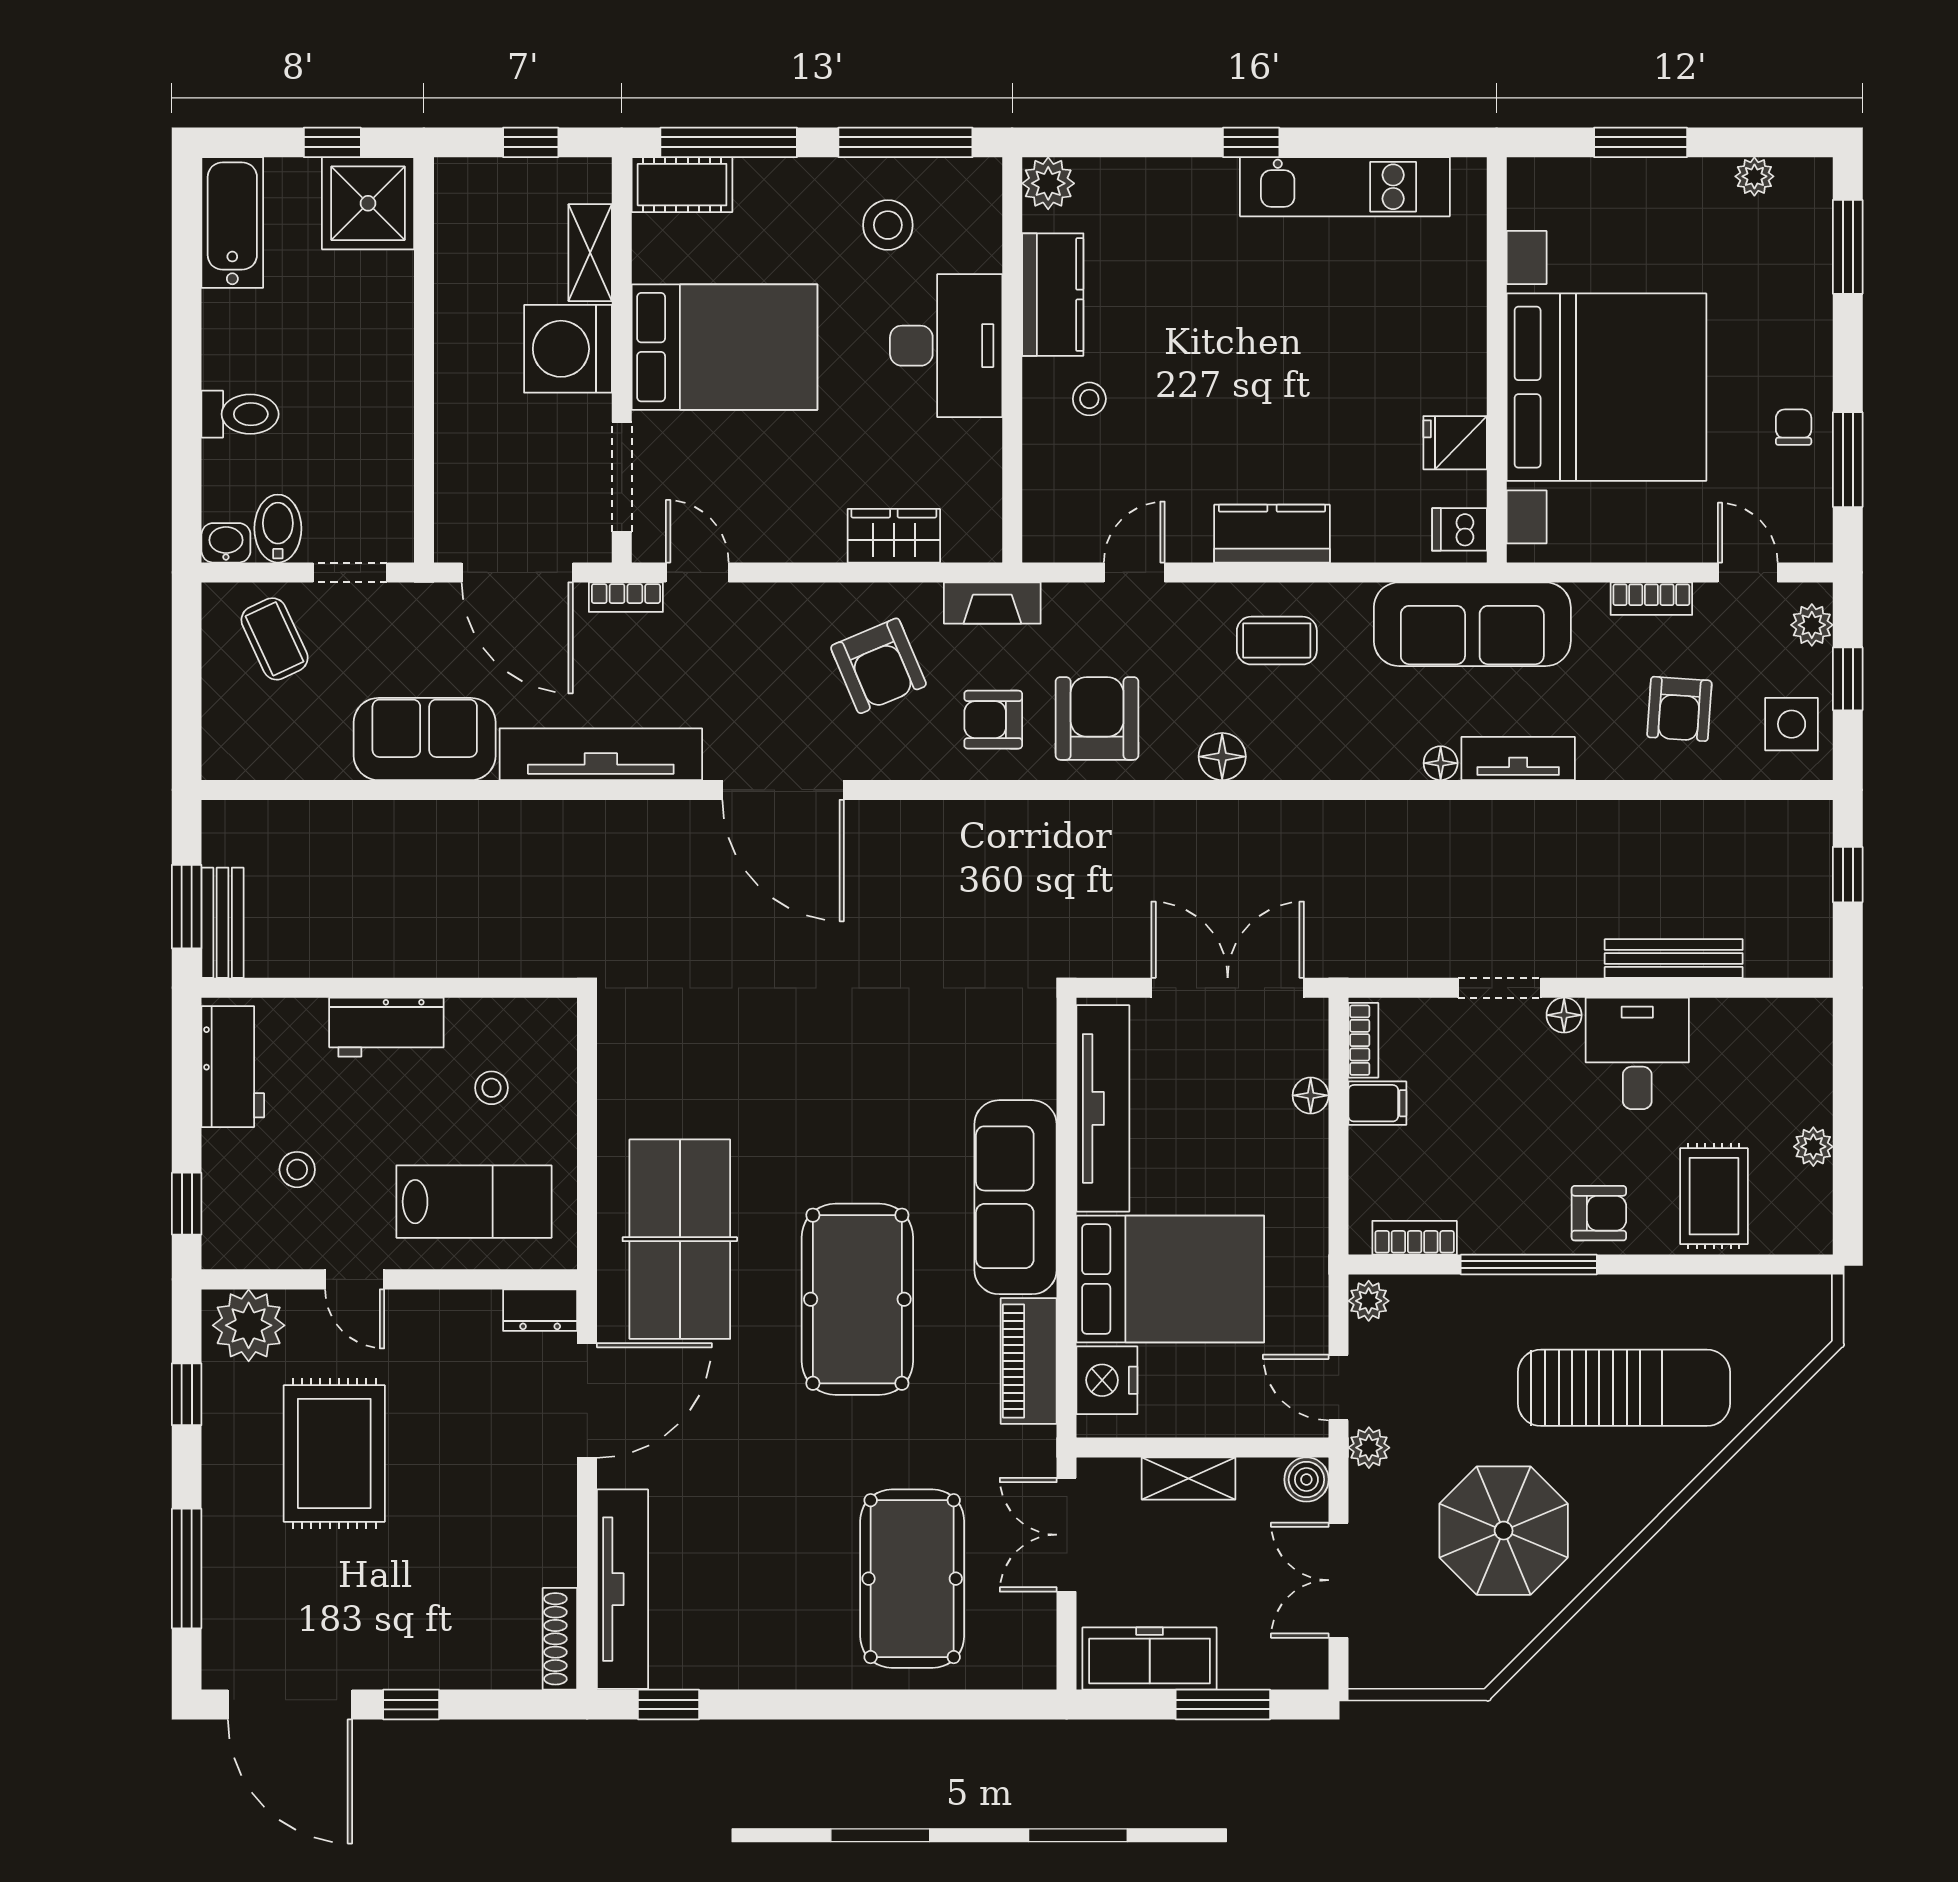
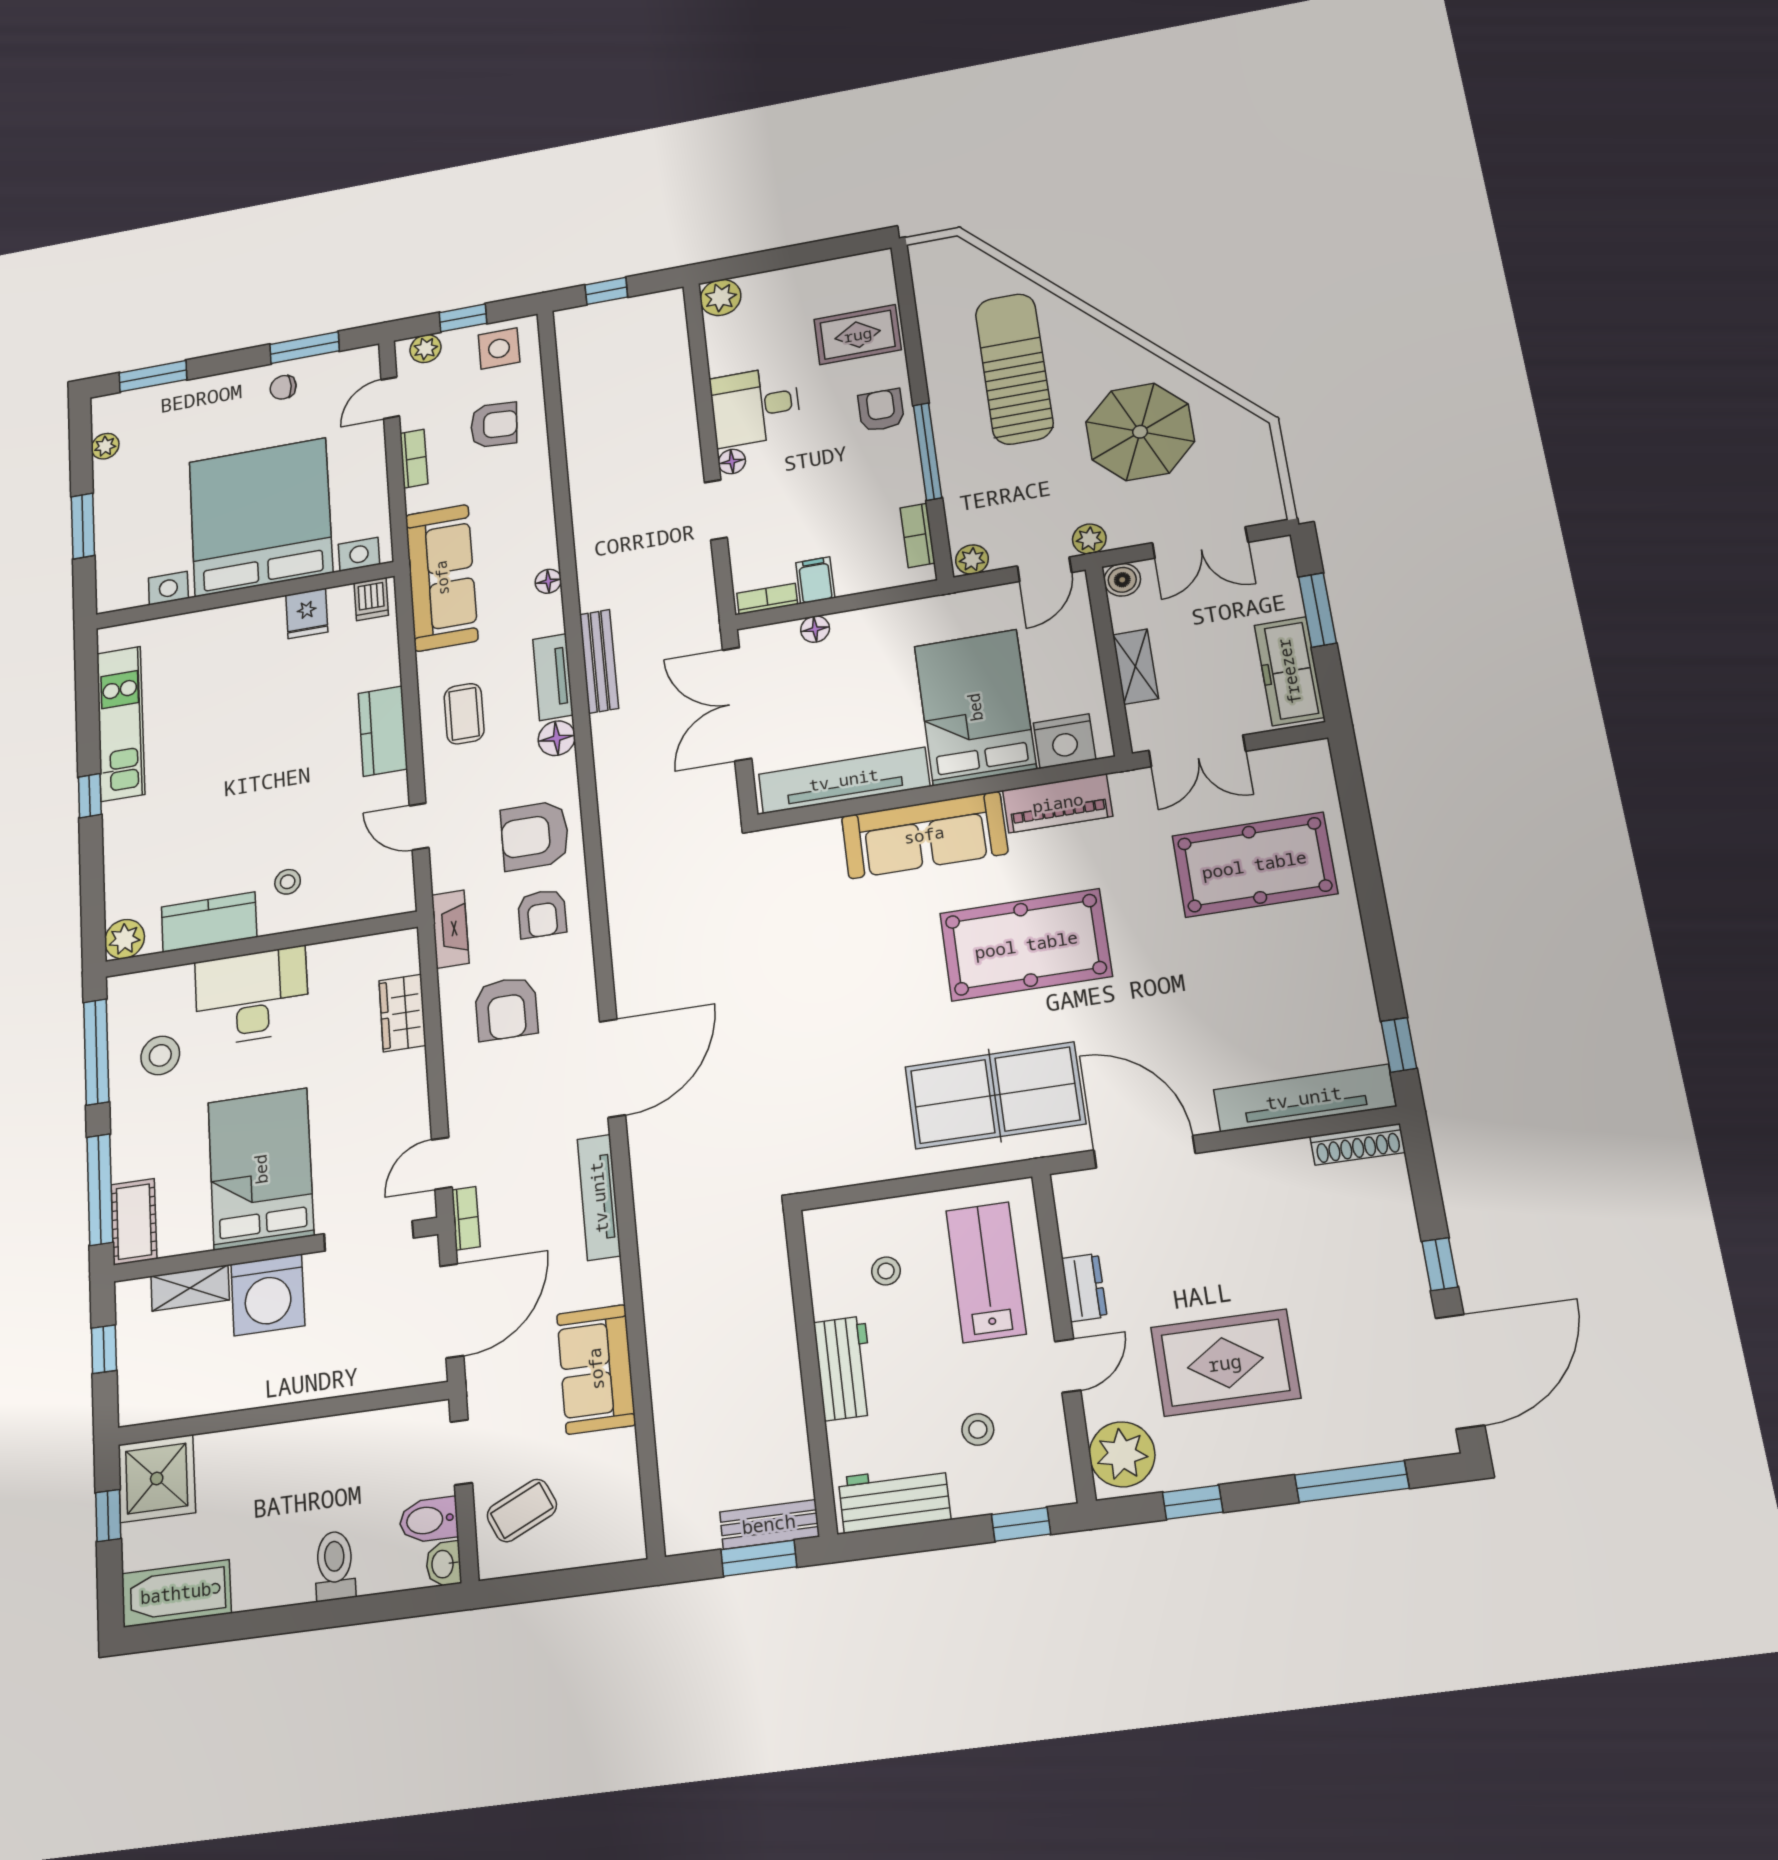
armchair: (878, 666) -> (506, 1009), turned 113
tv unit: (601, 754) -> (599, 1197), width x0.73, depth x0.78
tv unit: (1518, 758) -> (553, 677), moved
bench: (1674, 958) -> (599, 661), moved
plant: (1813, 1147) -> (721, 297), moved, width x1.38, depth x1.38
dresser: (540, 1310) -> (1084, 1288), moved

